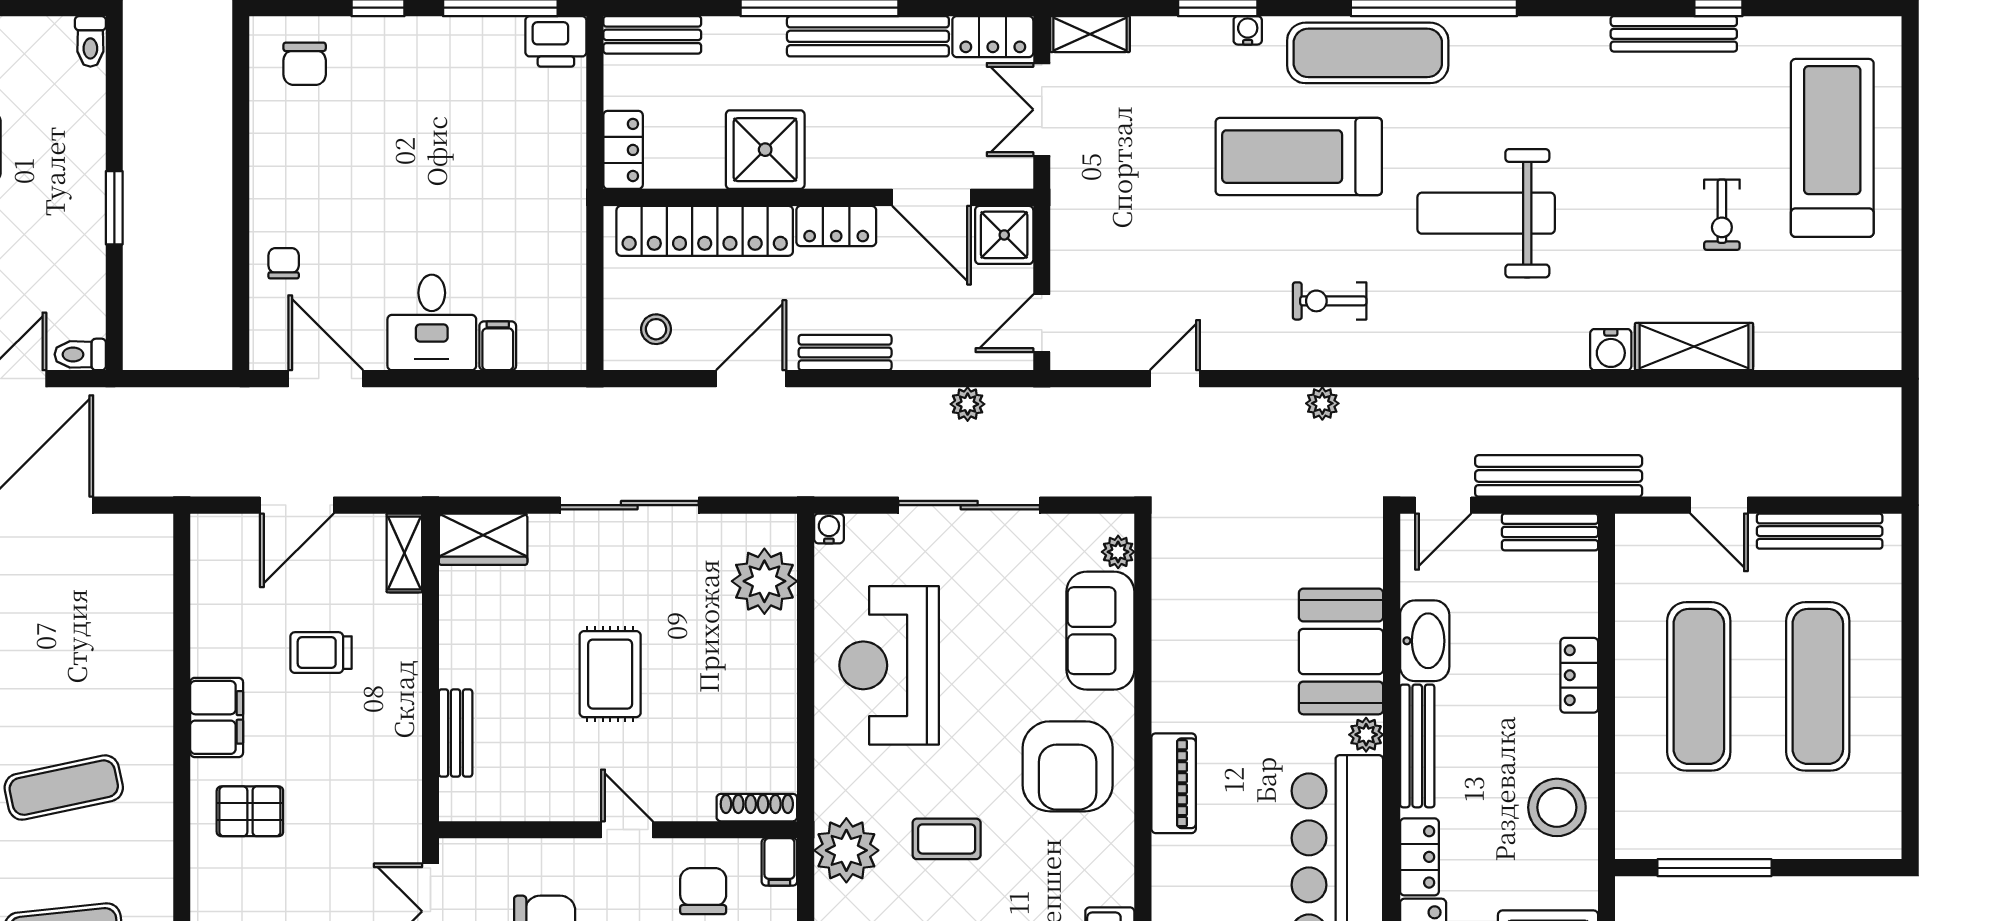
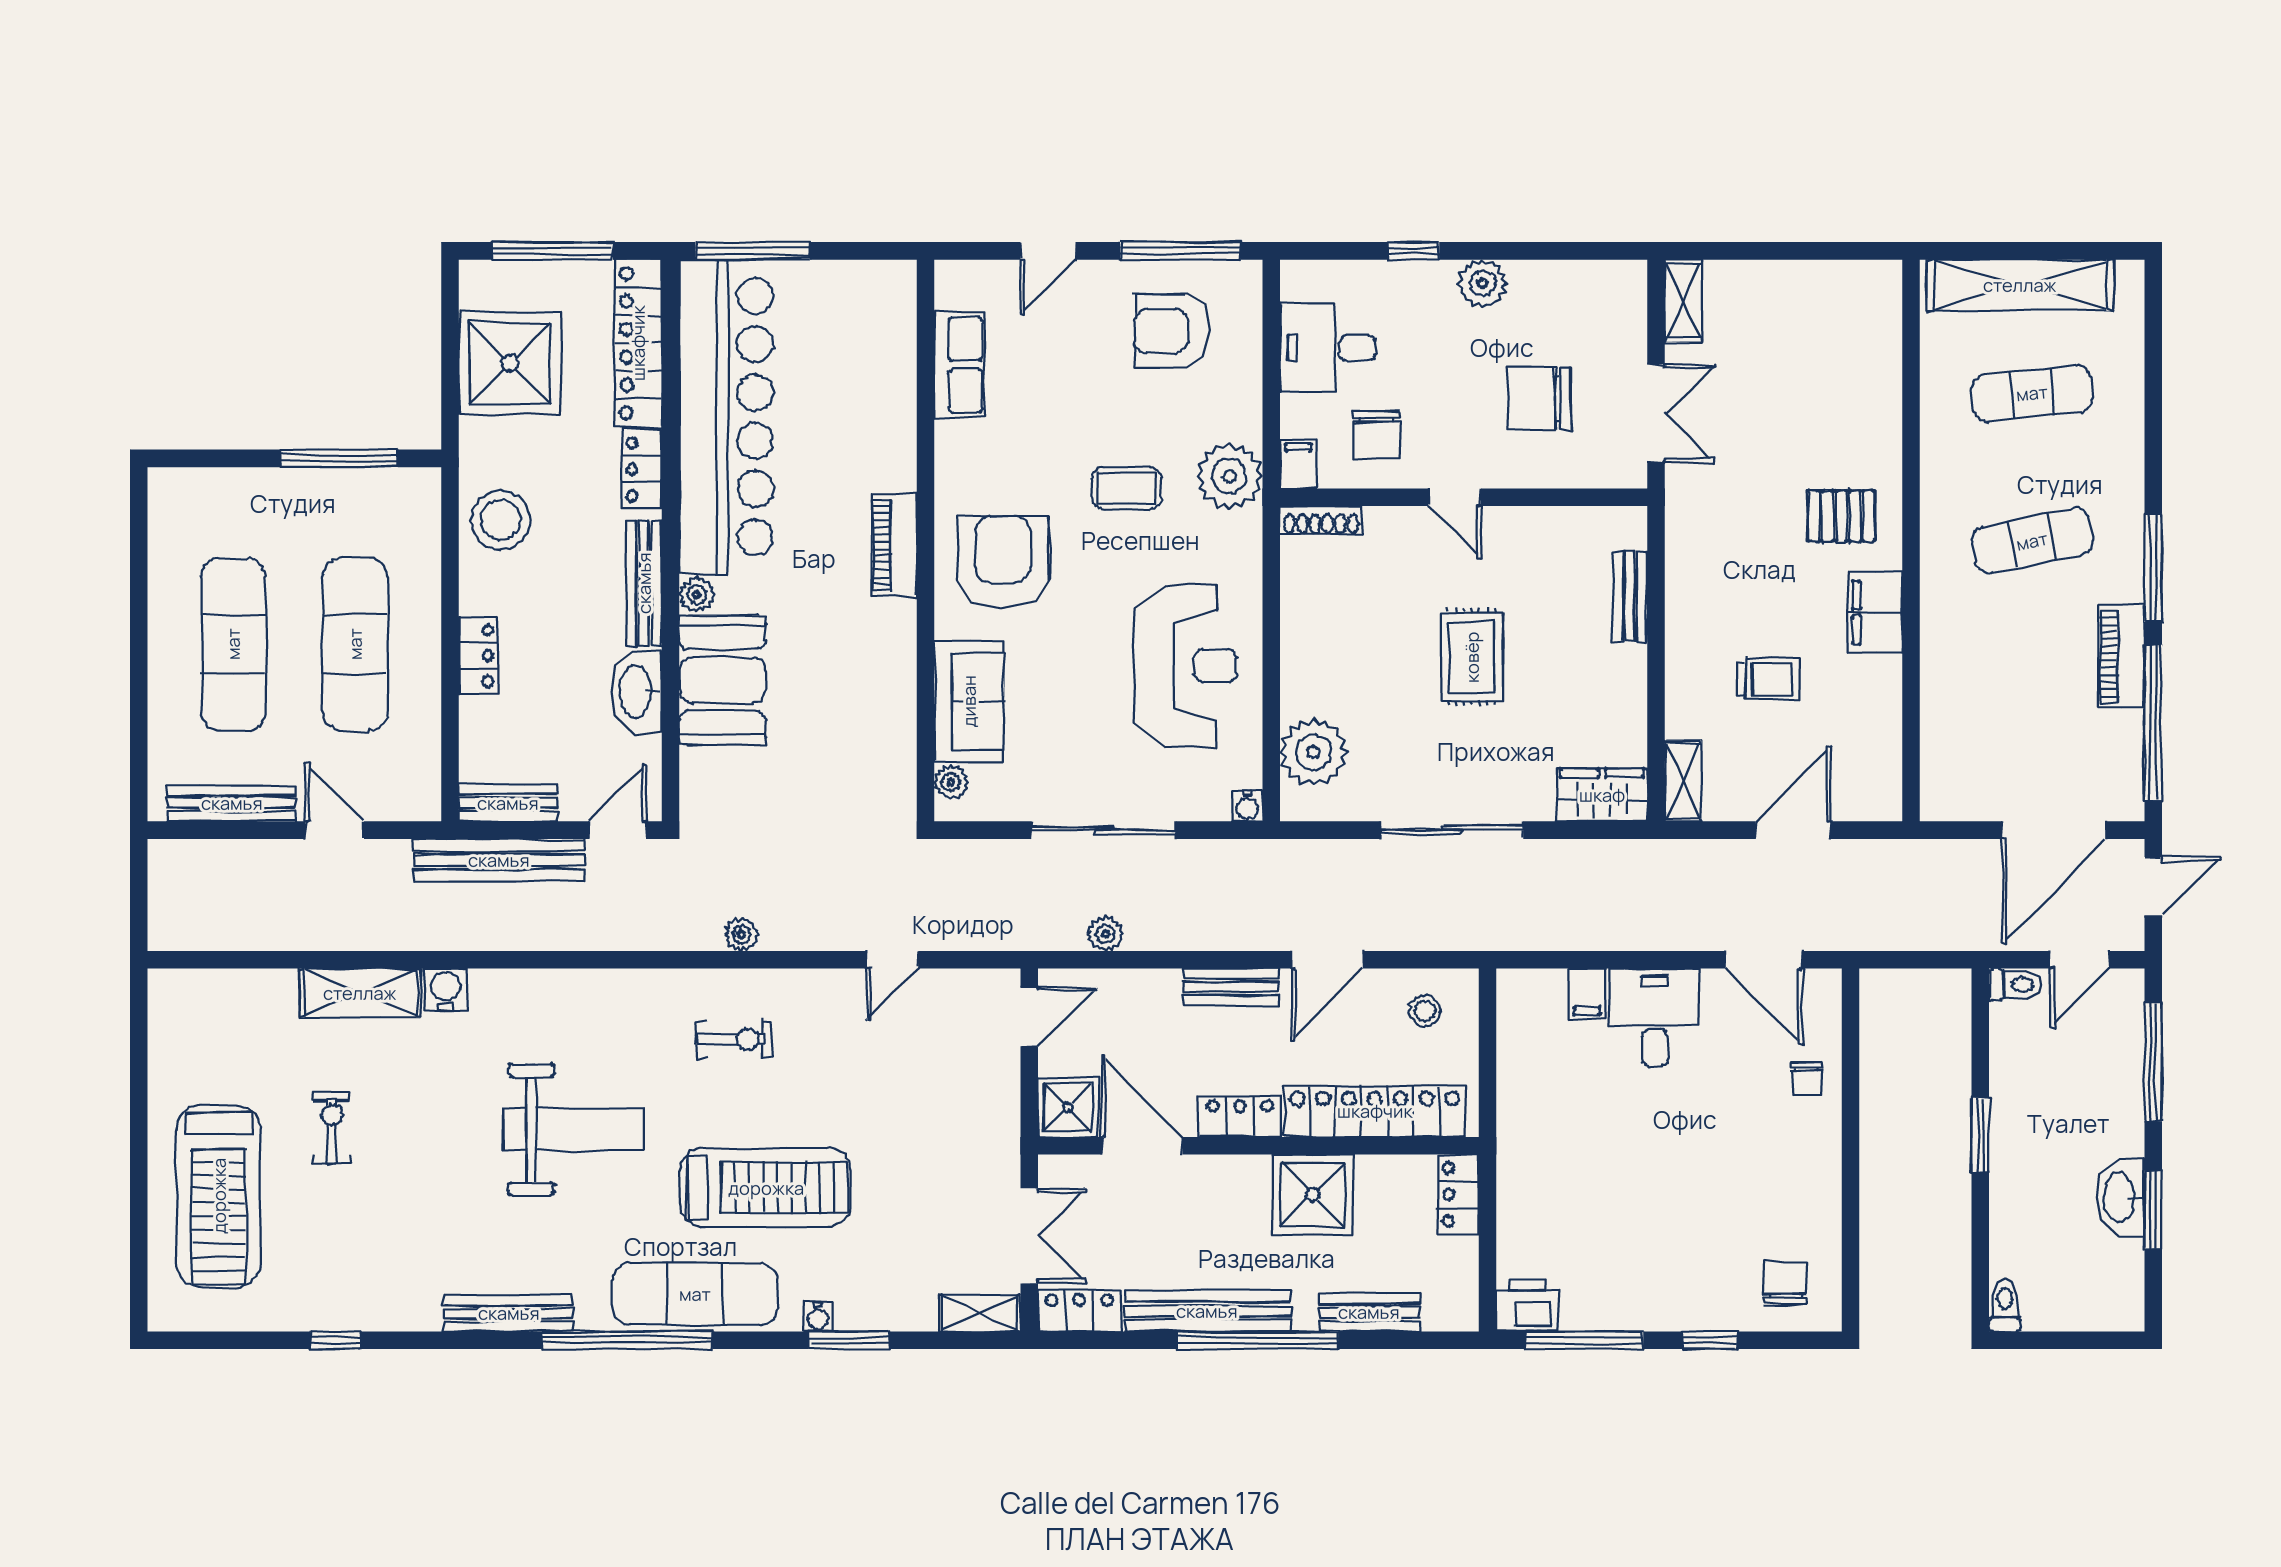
bench: (1674, 34) -> (509, 1313), moved
bench: (652, 35) -> (1369, 1312), moved

